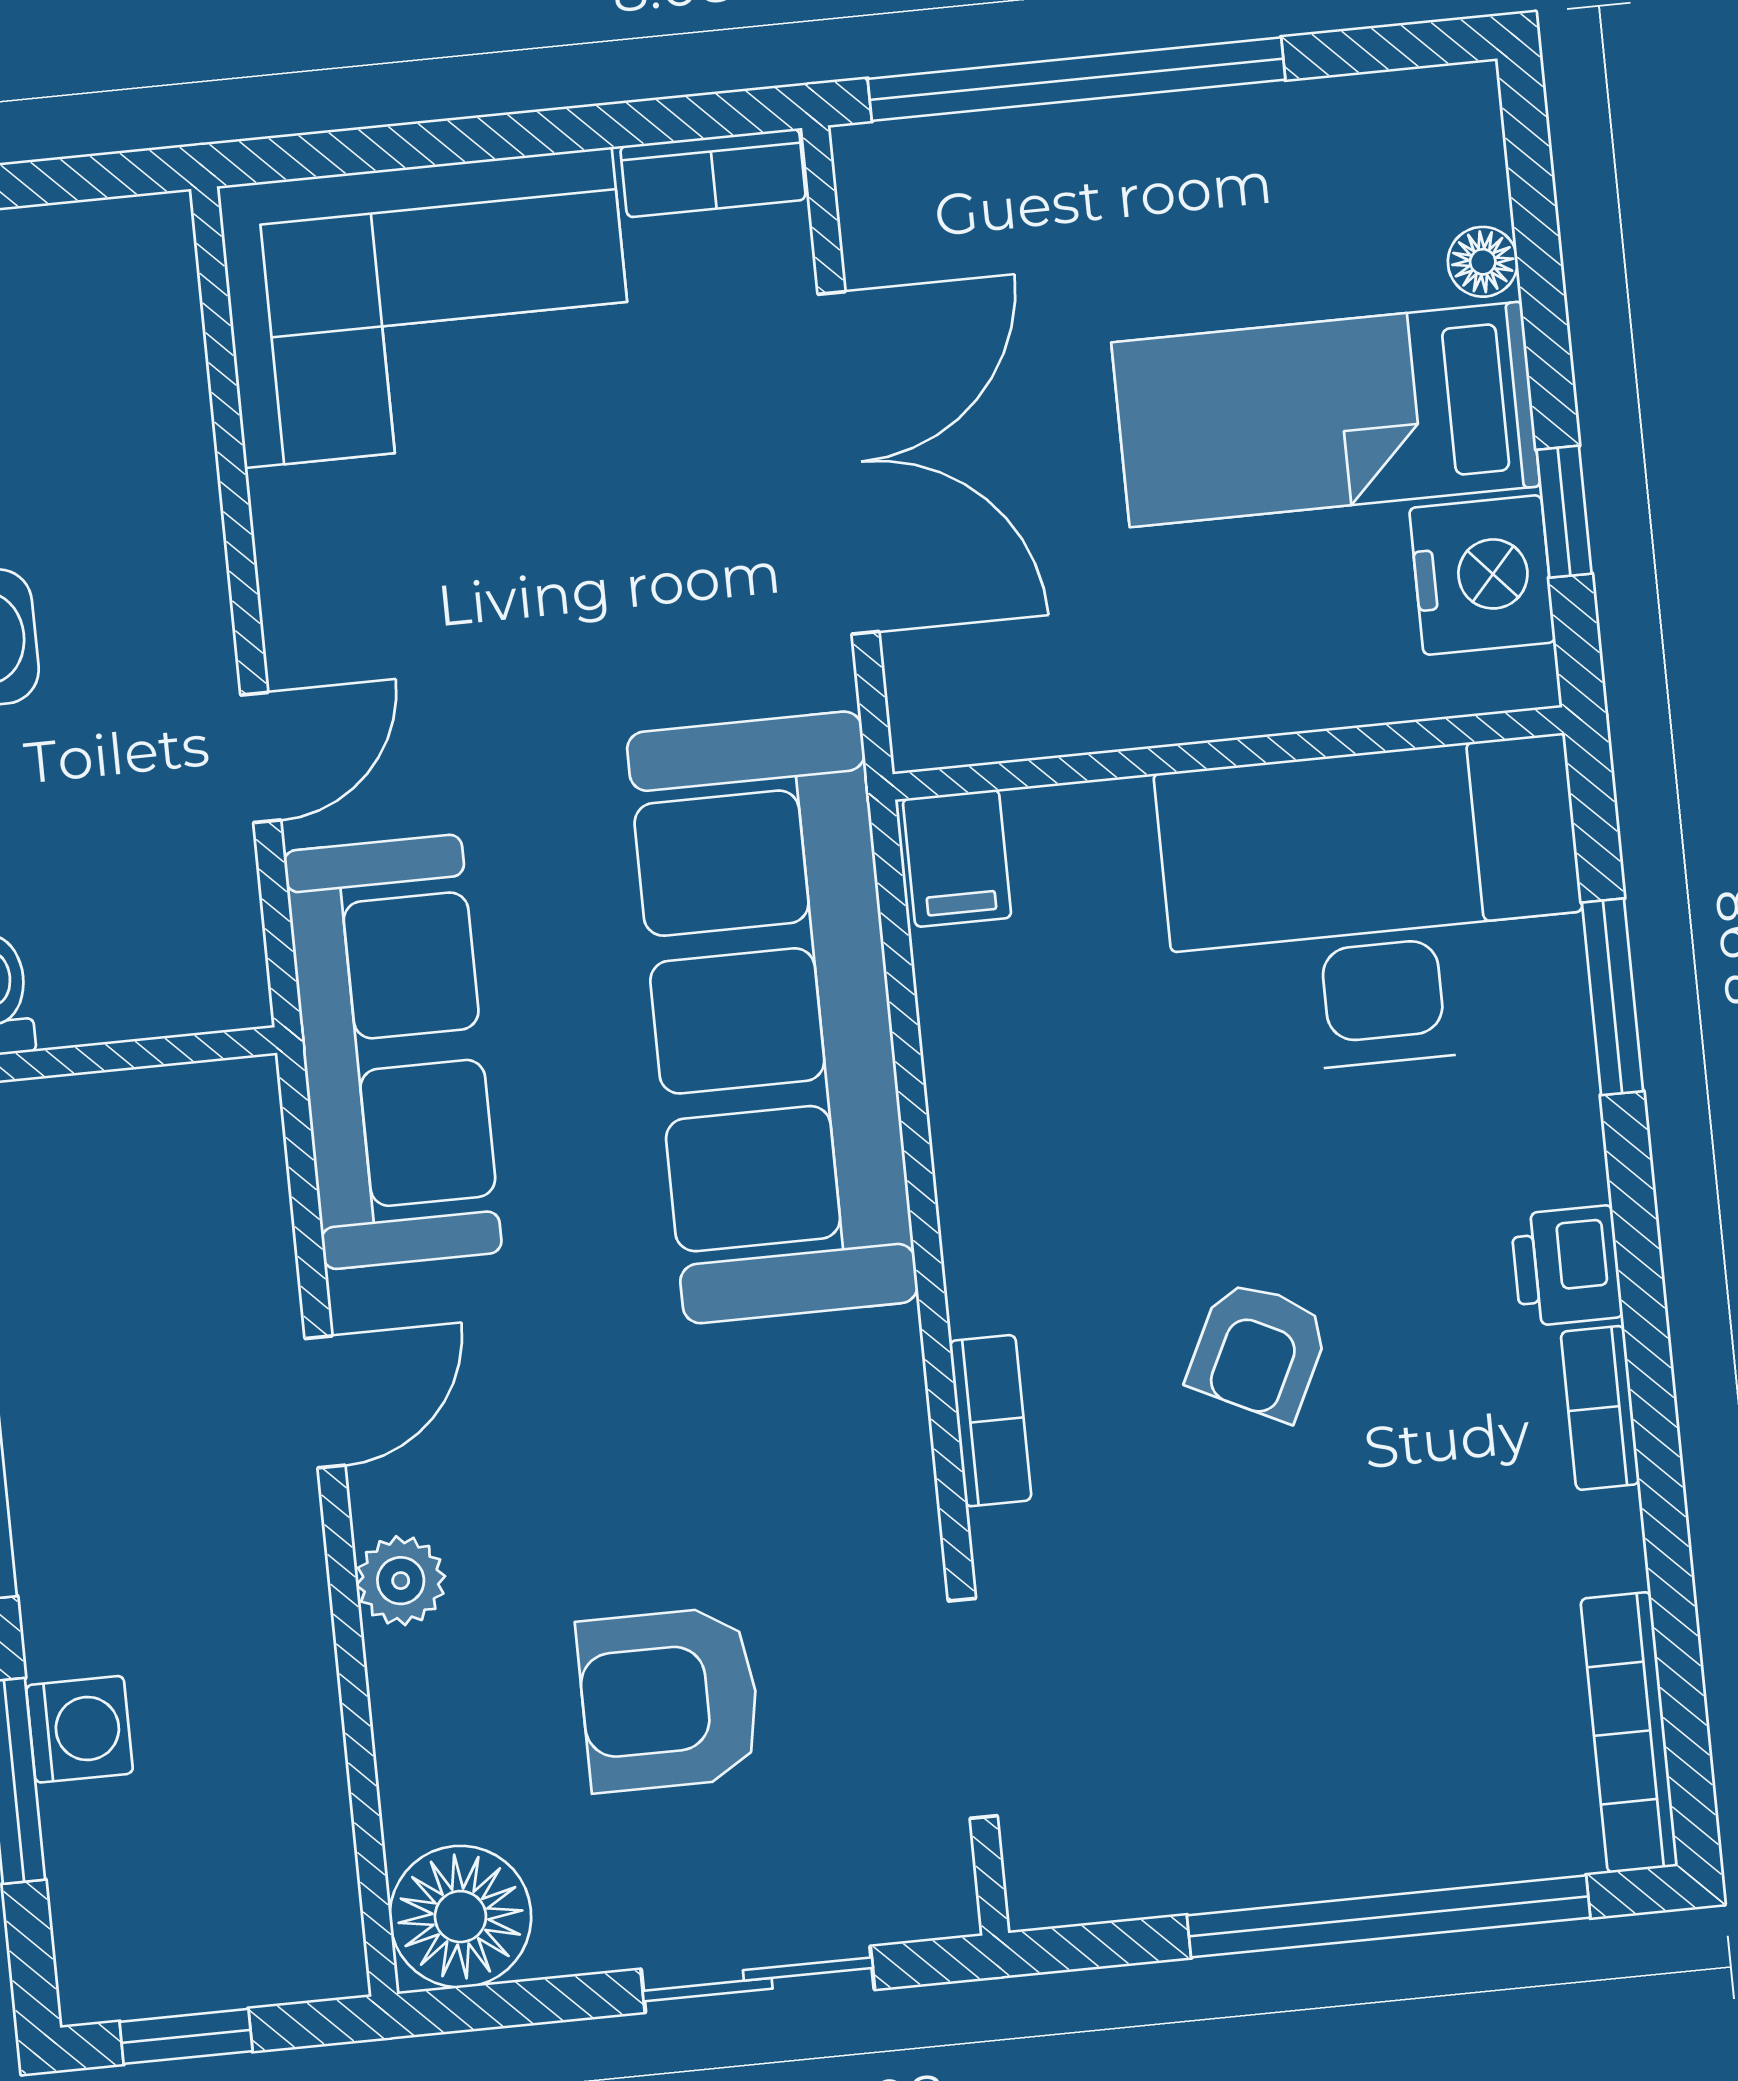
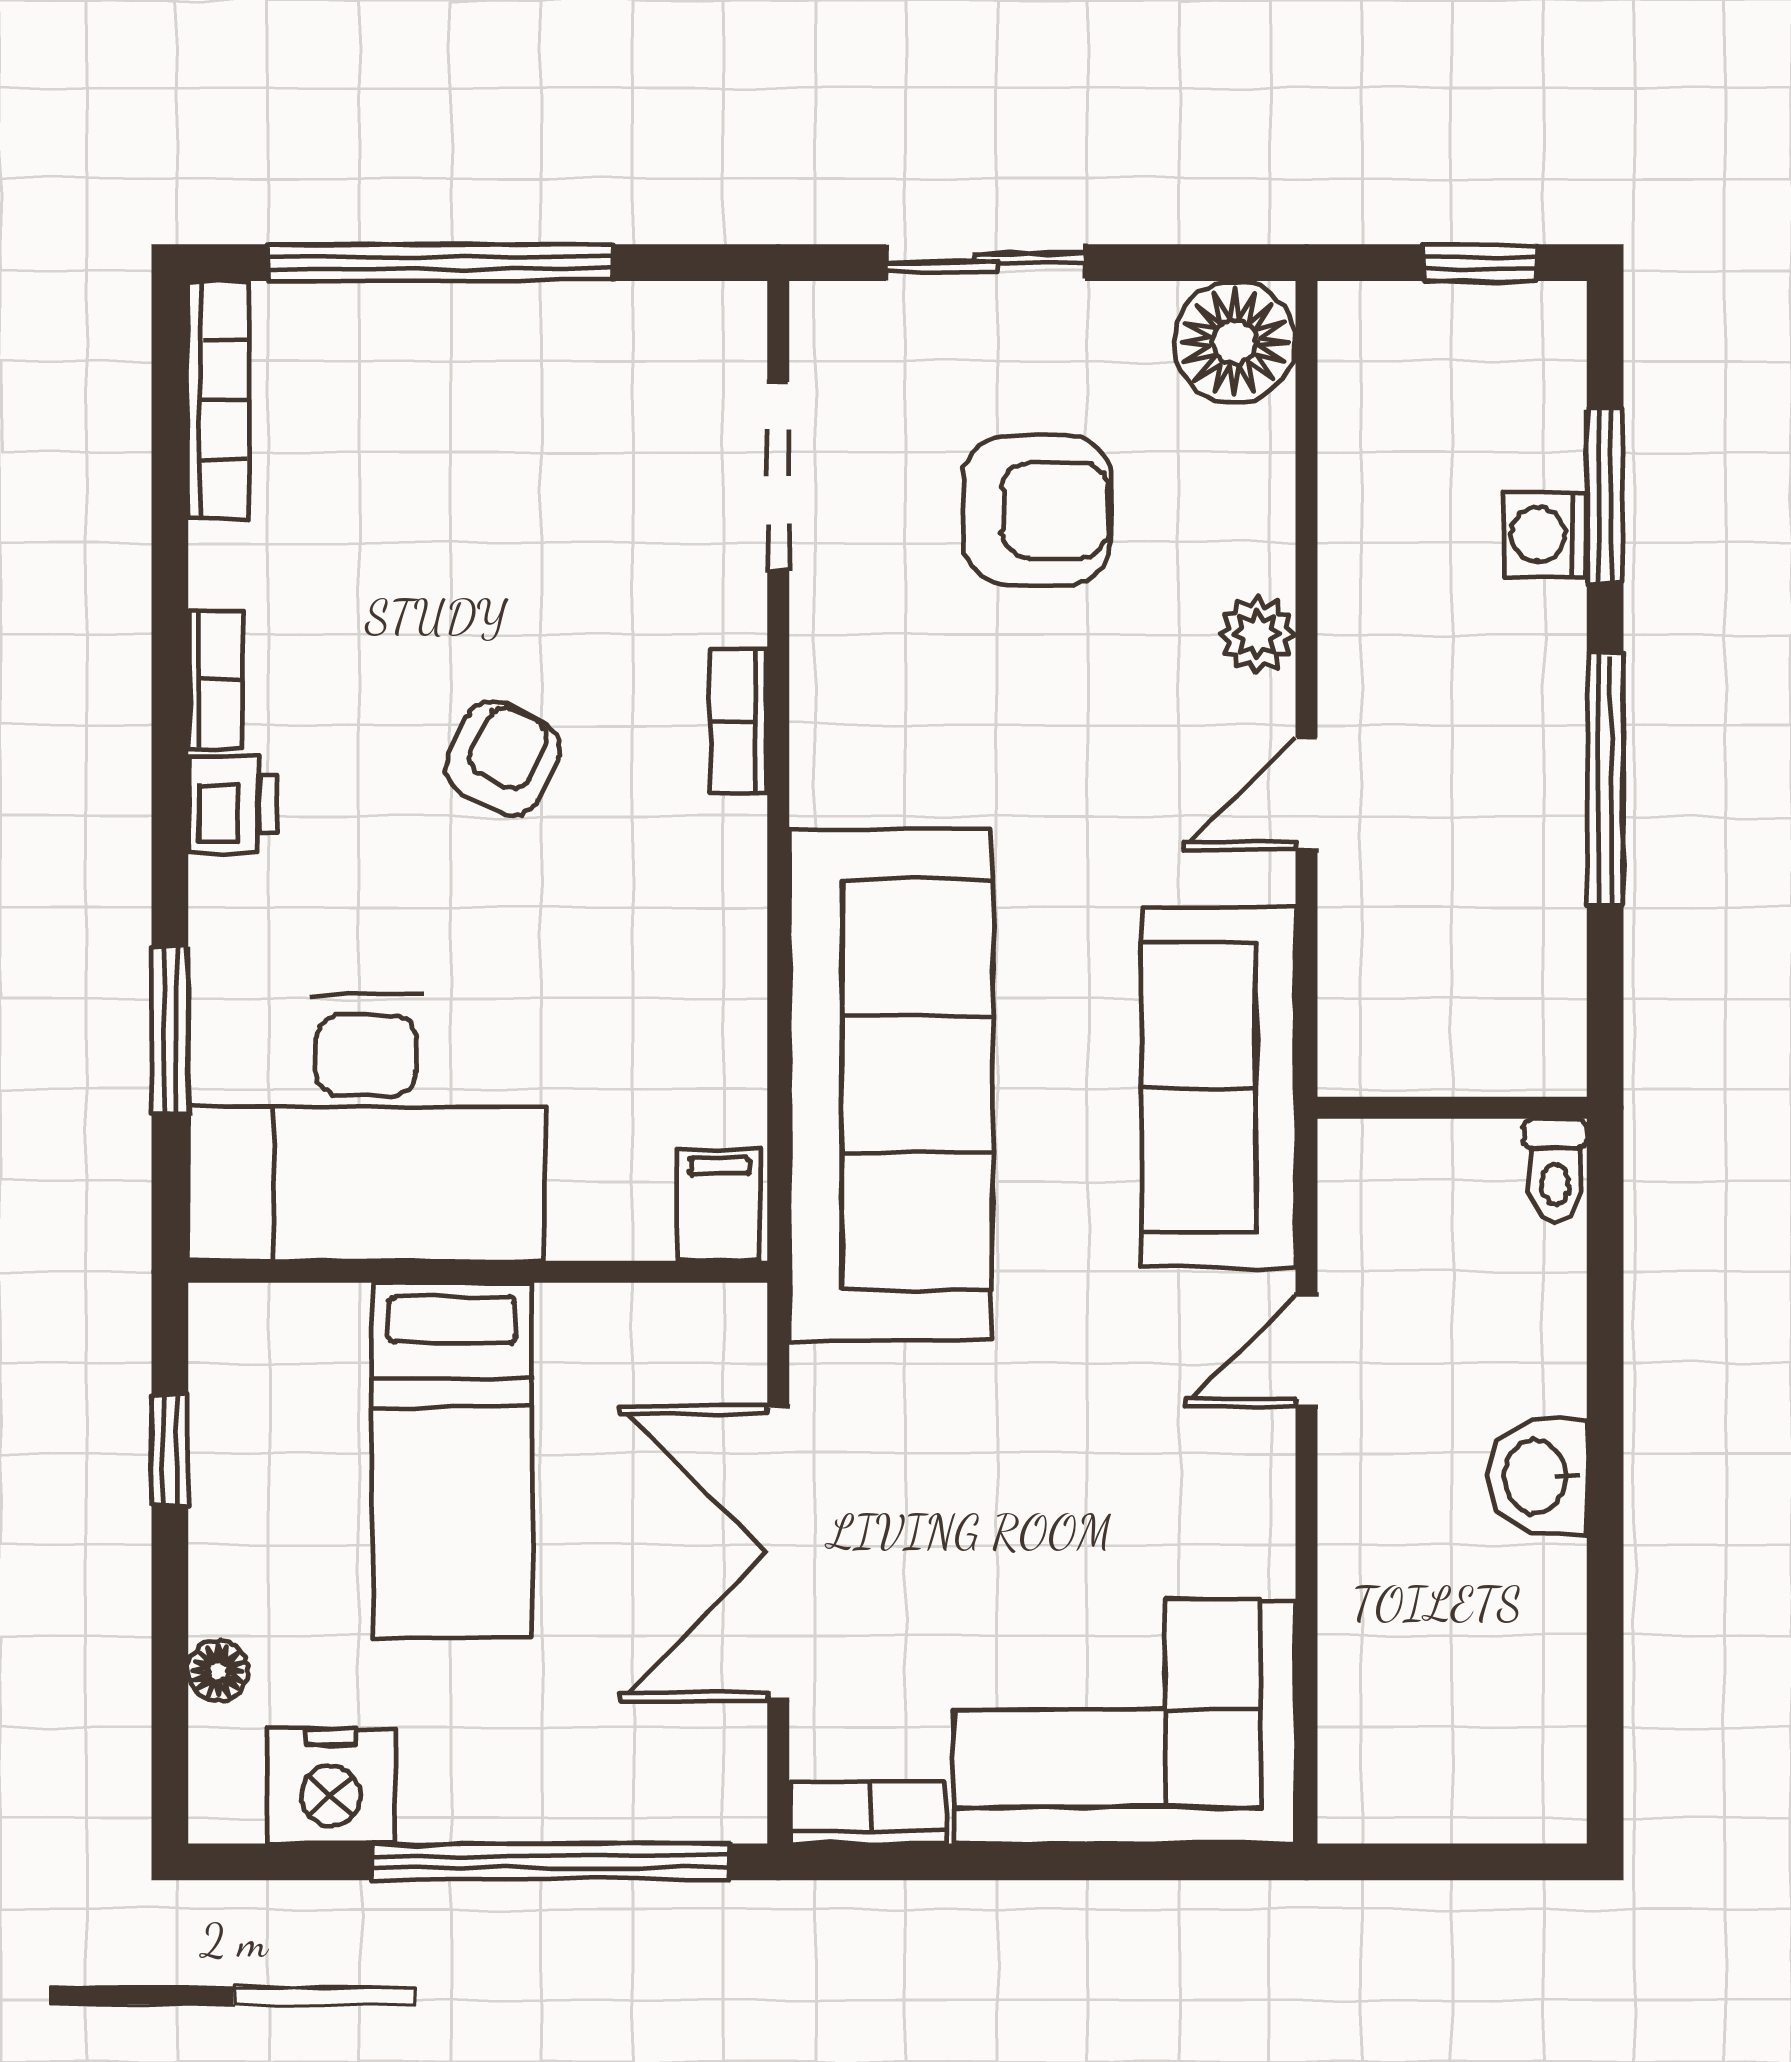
bed: (1326, 414) -> (452, 1460), moved, turned 90
nightstand: (1482, 575) -> (331, 1786), moved, turned -90

